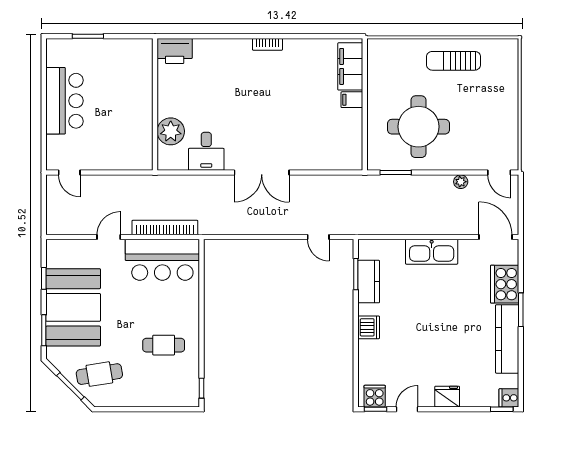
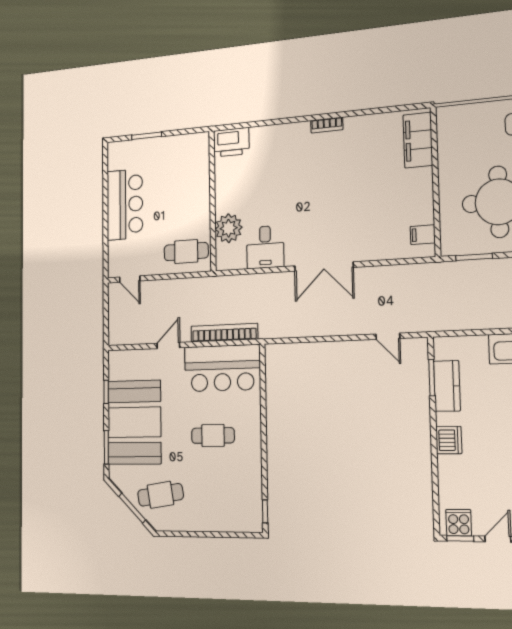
filing cabinet: (352, 100) -> (423, 235), moved
cafe table: (128, 150) -> (186, 252), added
cafe table: (164, 345) -> (213, 436), moved

